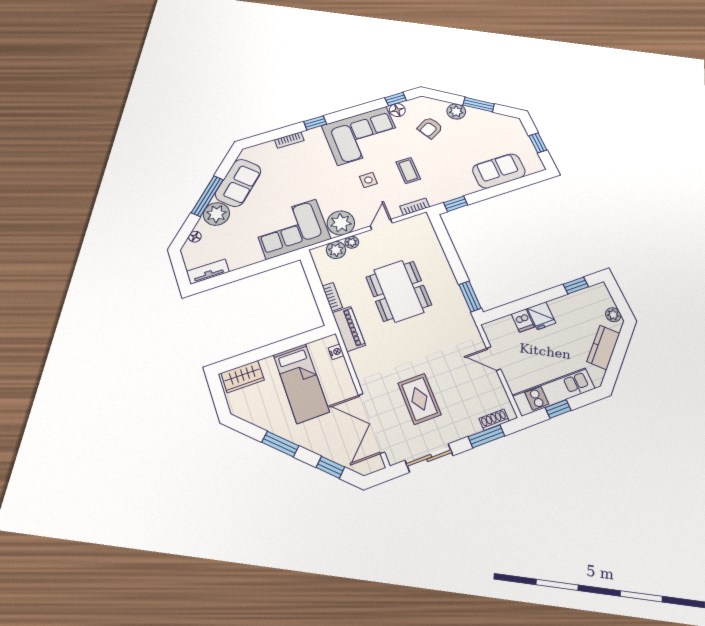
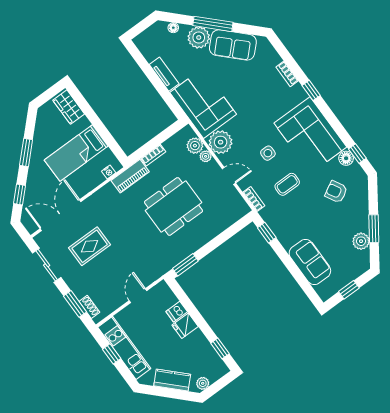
plant: (456, 111) -> (361, 241), moved
tv unit: (208, 272) -> (164, 74), moved

